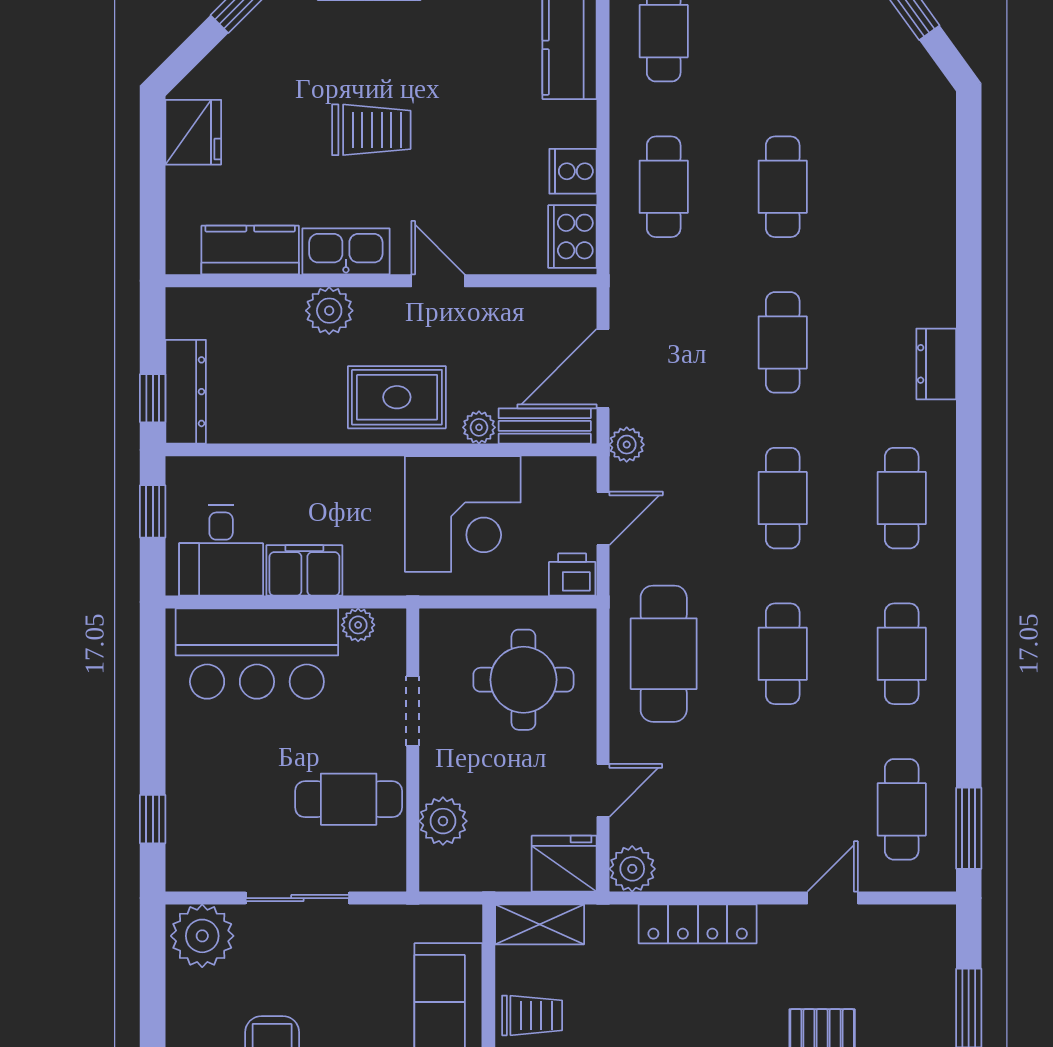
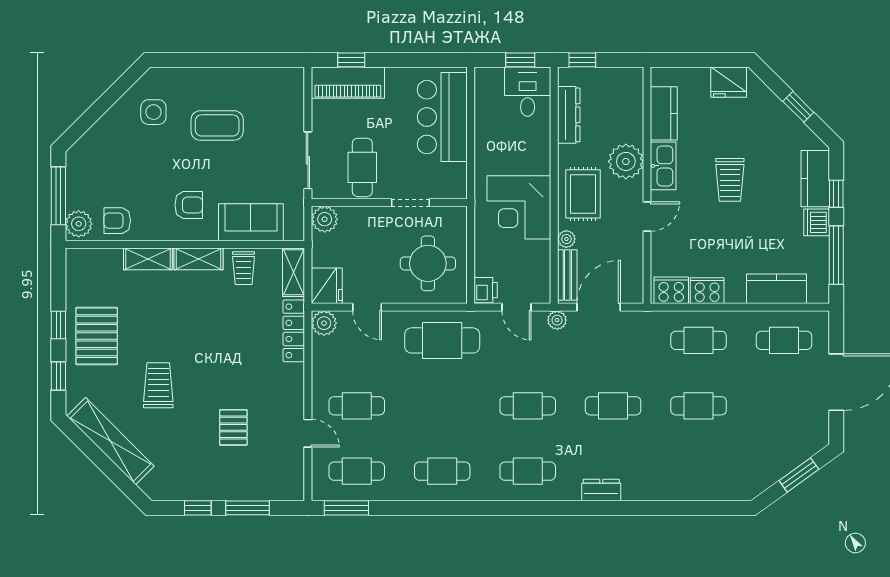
cooker: (573, 171) -> (707, 291), width x1.36
plant: (329, 311) -> (626, 161), width x1.36, depth x1.36
door: (603, 369) -> (599, 307), hinge flipped
dresser: (186, 392) -> (569, 115), moved, turned -90
corner desk: (463, 514) -> (519, 207), moved
desk: (221, 550) -> (528, 92), moved, turned 90
filing cabinet: (304, 570) -> (488, 143), removed
plant: (358, 625) -> (458, 173), removed
cafe table: (783, 654) -> (357, 406), moved
plant: (443, 821) -> (325, 219), moved
piano: (194, 825) -> (348, 83), added
sliding door: (297, 898) -> (308, 160), moved
locker: (698, 924) -> (294, 331), moved
plant: (202, 936) -> (287, 87), removed

